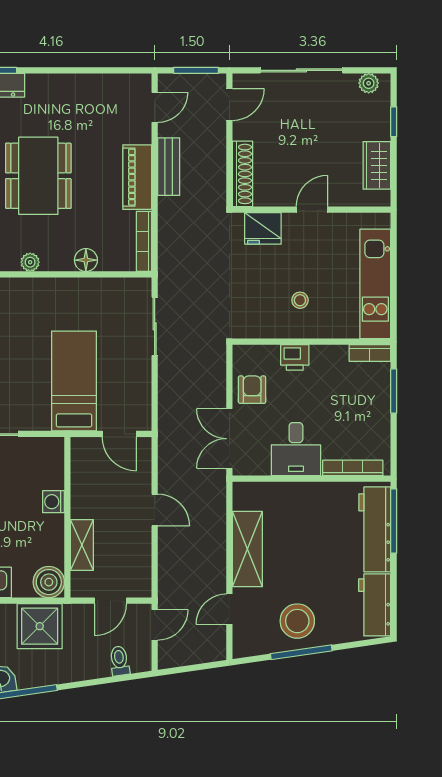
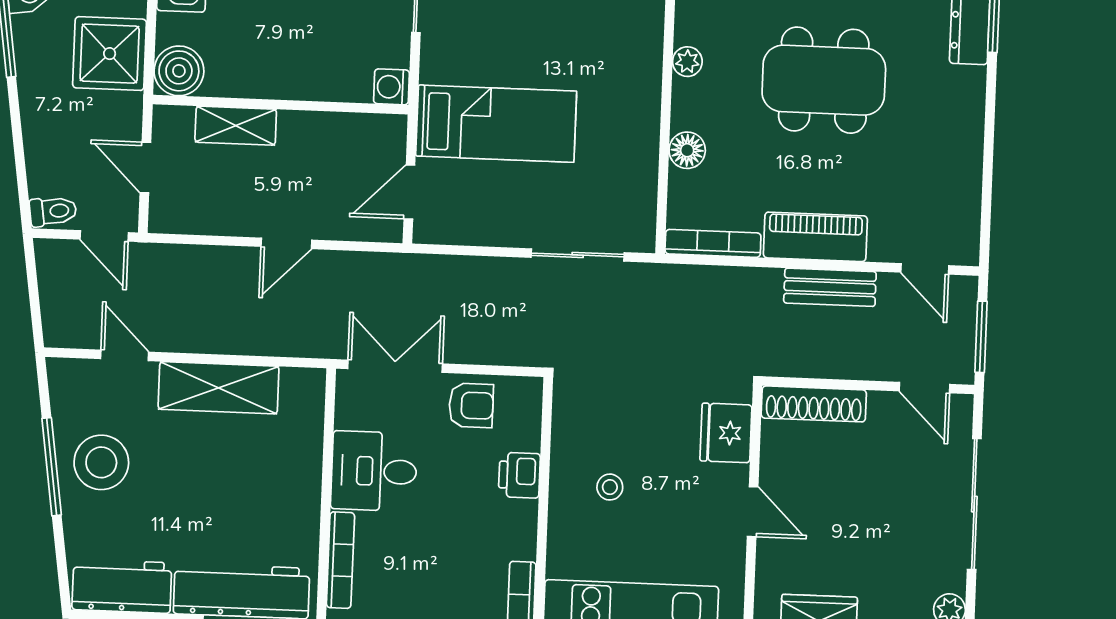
washing machine: (54, 502) -> (391, 87), moved, turned -90
toilet: (119, 661) -> (53, 211), moved

